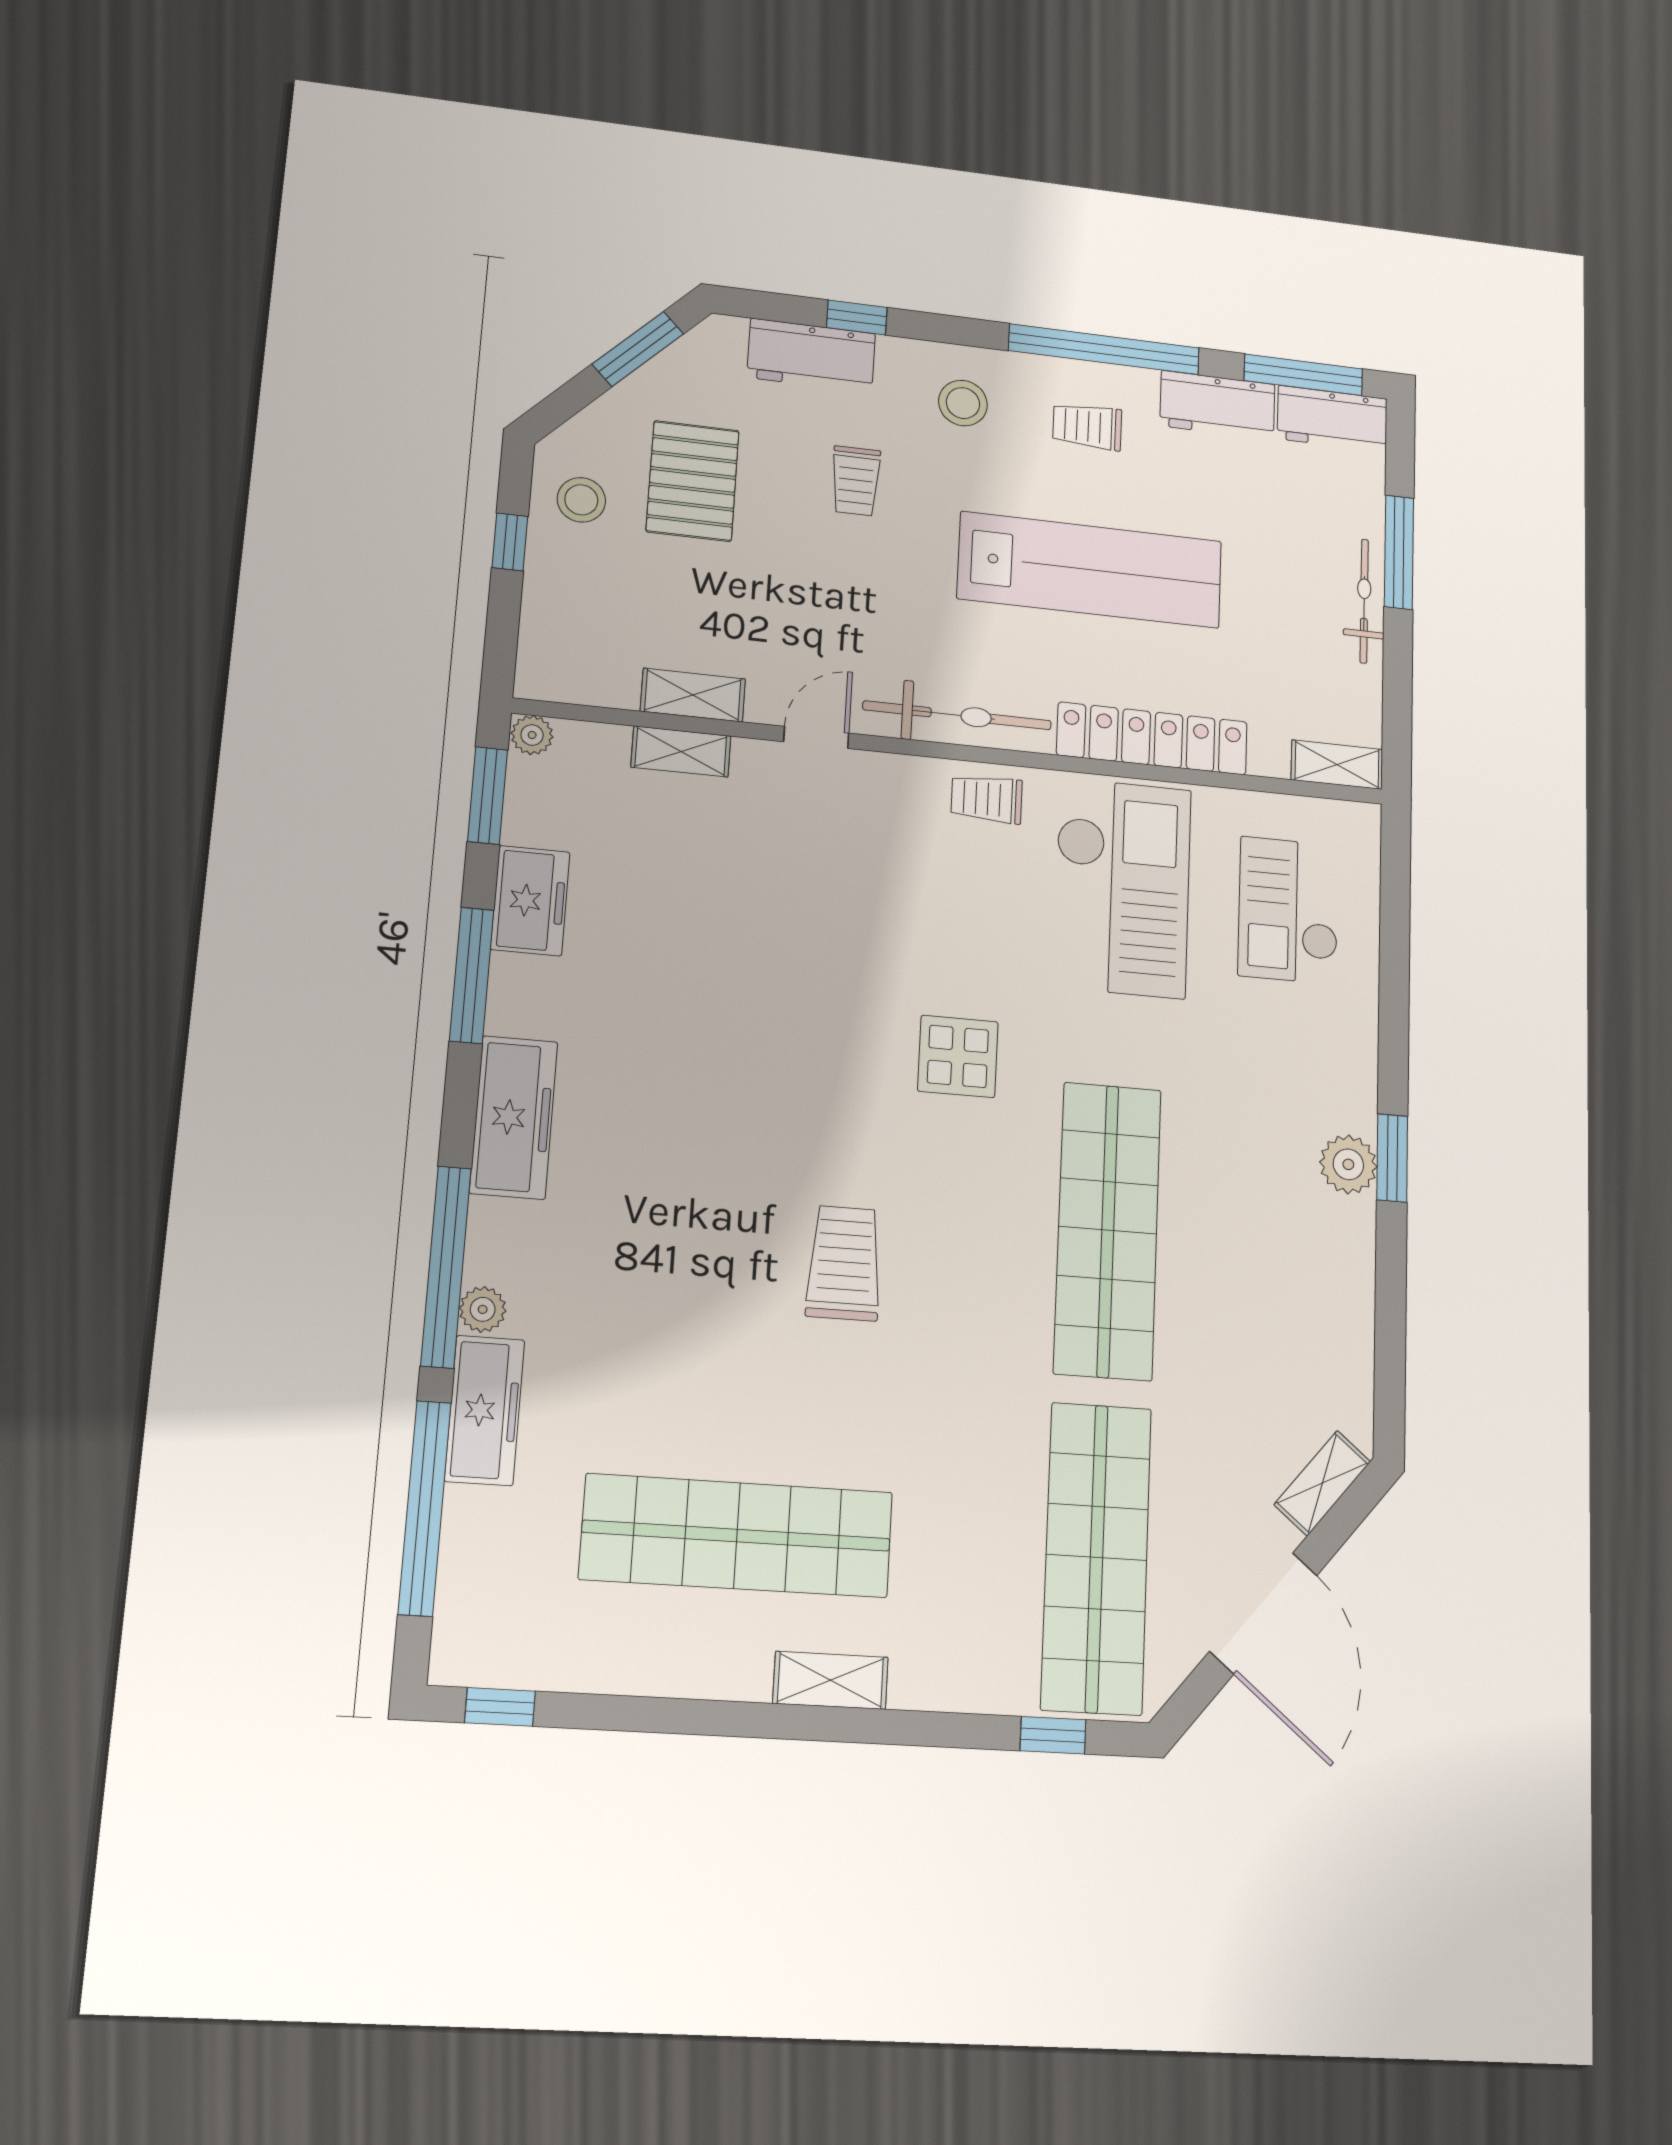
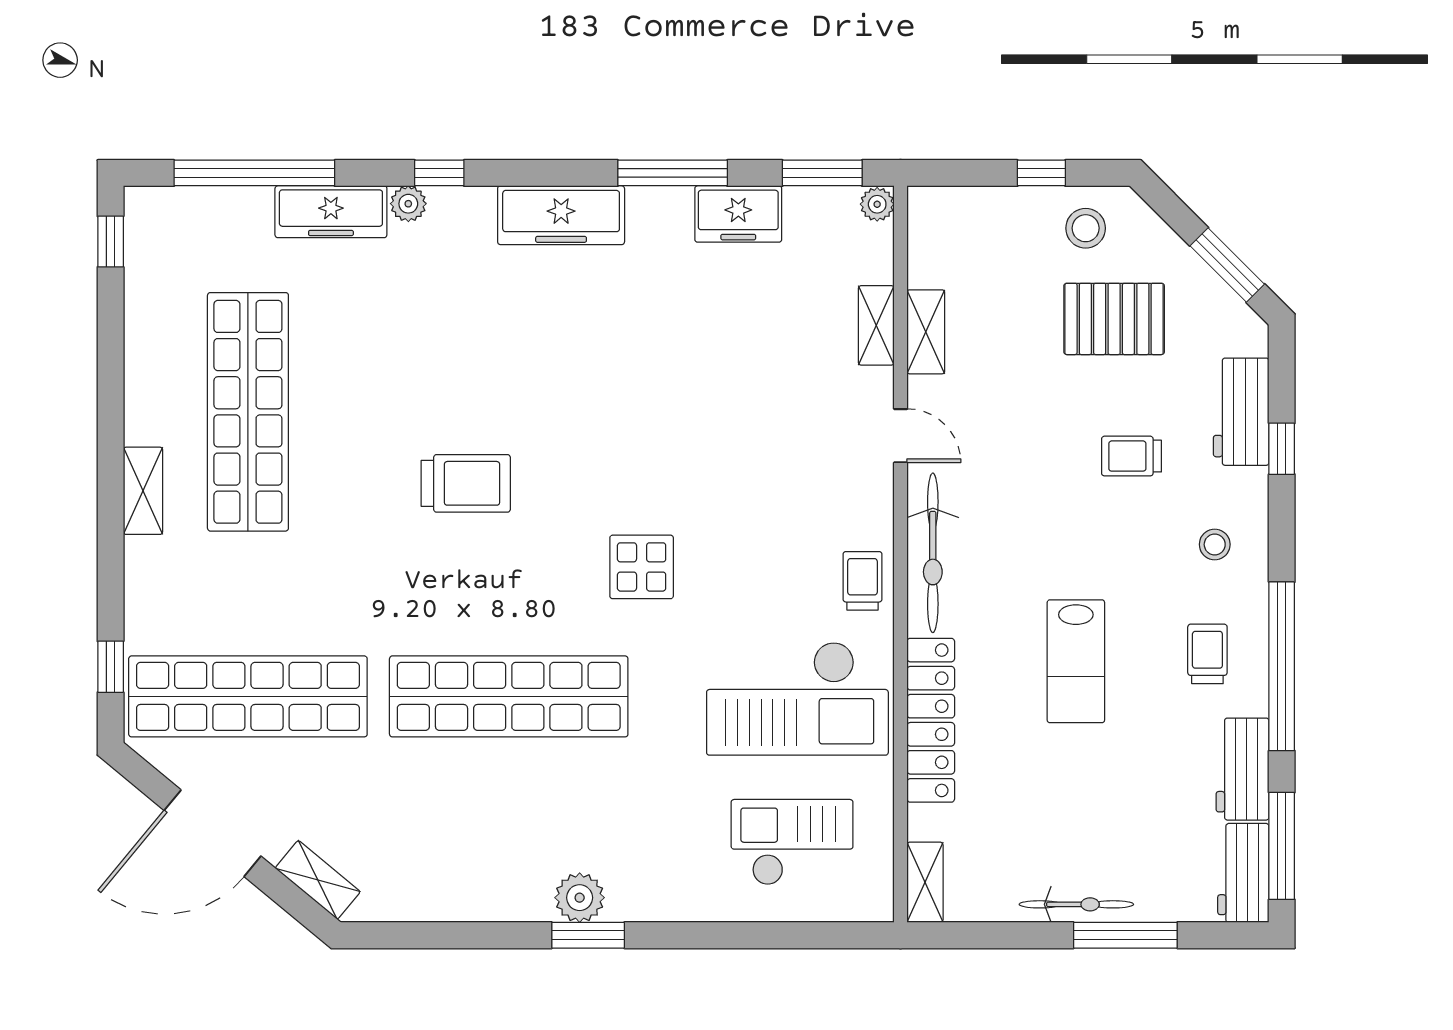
stool: (963, 403) -> (1215, 544), width x0.73, depth x0.73
lab bench: (1090, 570) -> (1076, 661), width x0.54, depth x0.72
window: (446, 1267) -> (439, 173), width x0.32

